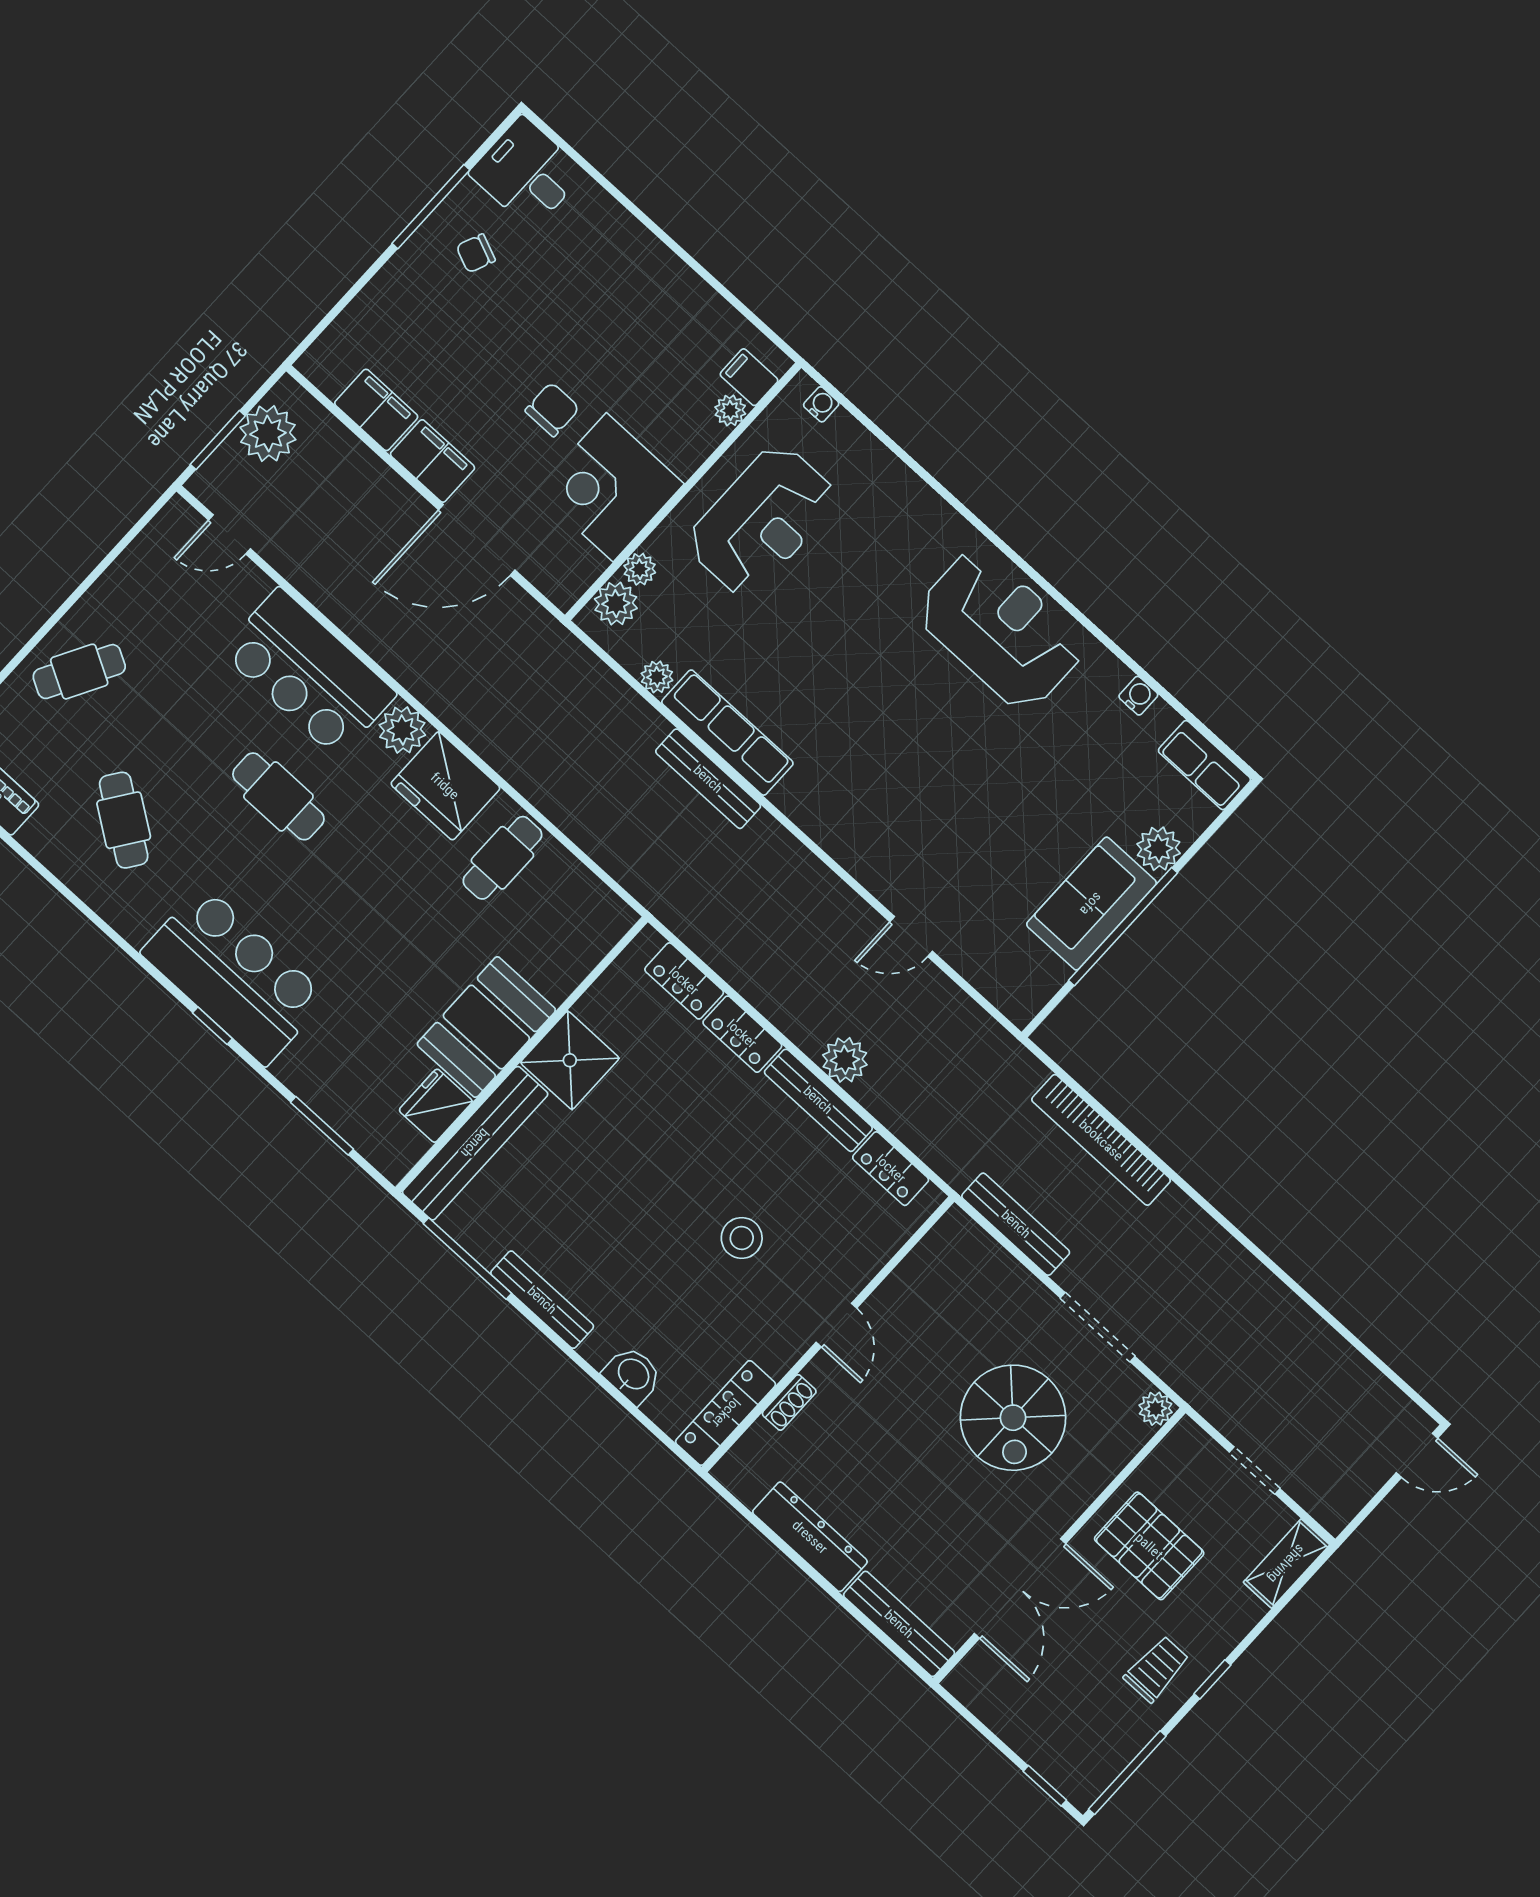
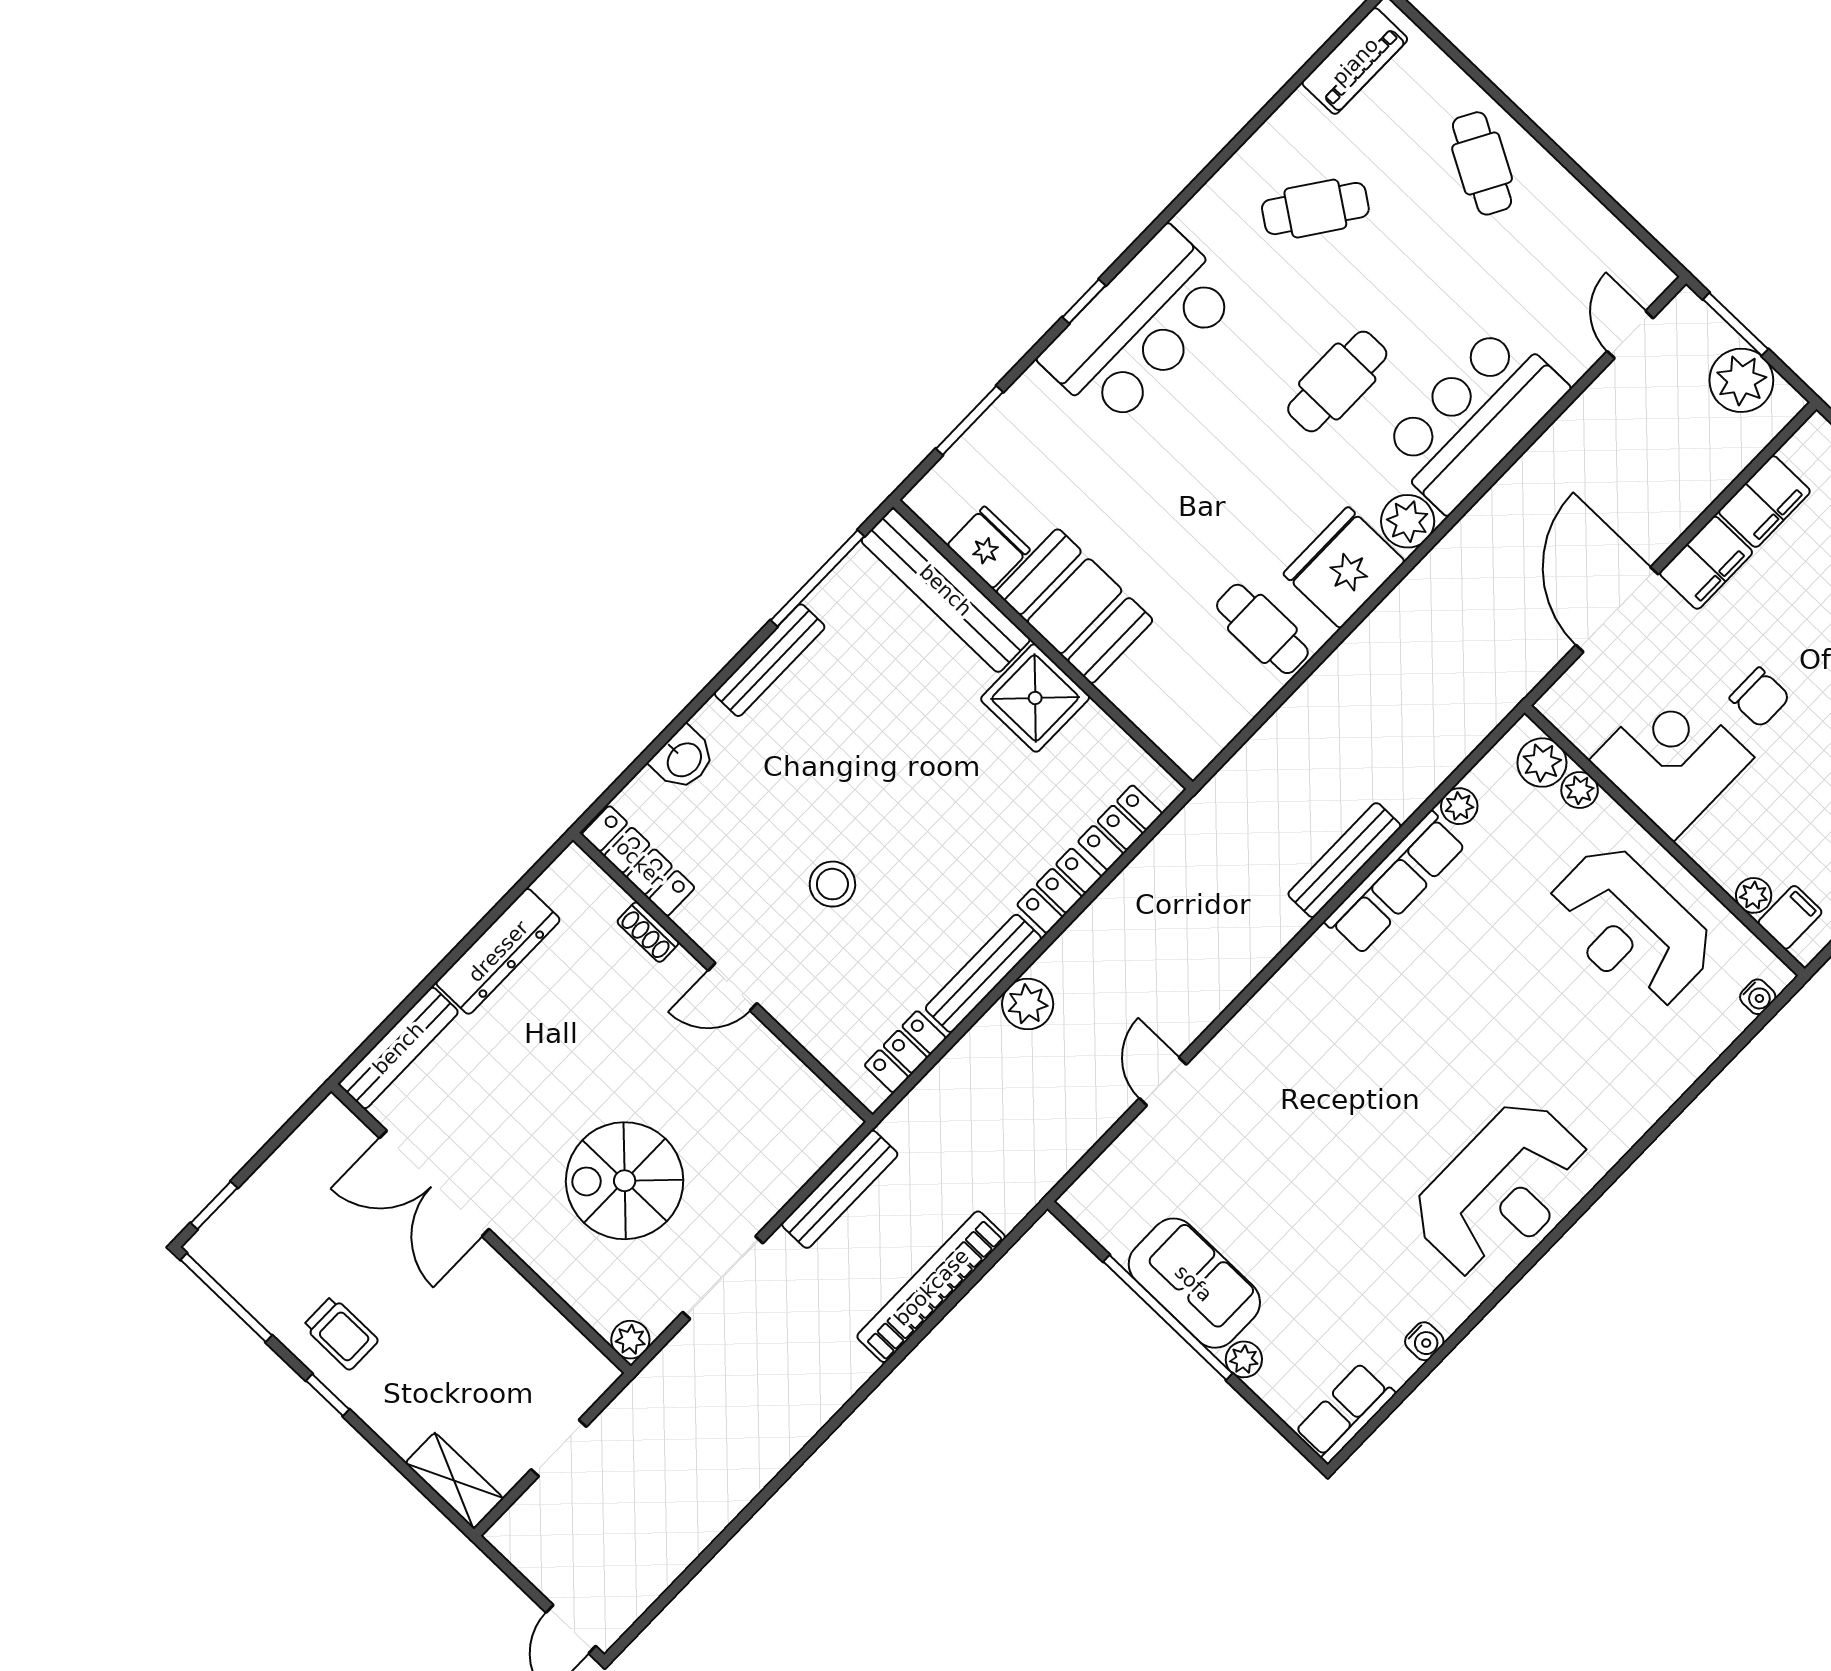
plant: (1159, 849) -> (1244, 1359), width x0.73, depth x0.73
pallet: (1149, 1546) -> (478, 1329), removed

